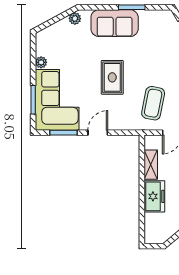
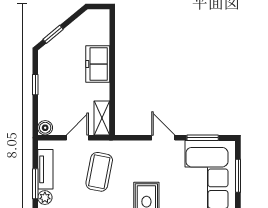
door: (98, 133) -> (163, 138), swing flipped
shelving: (151, 165) -> (102, 118), moved

